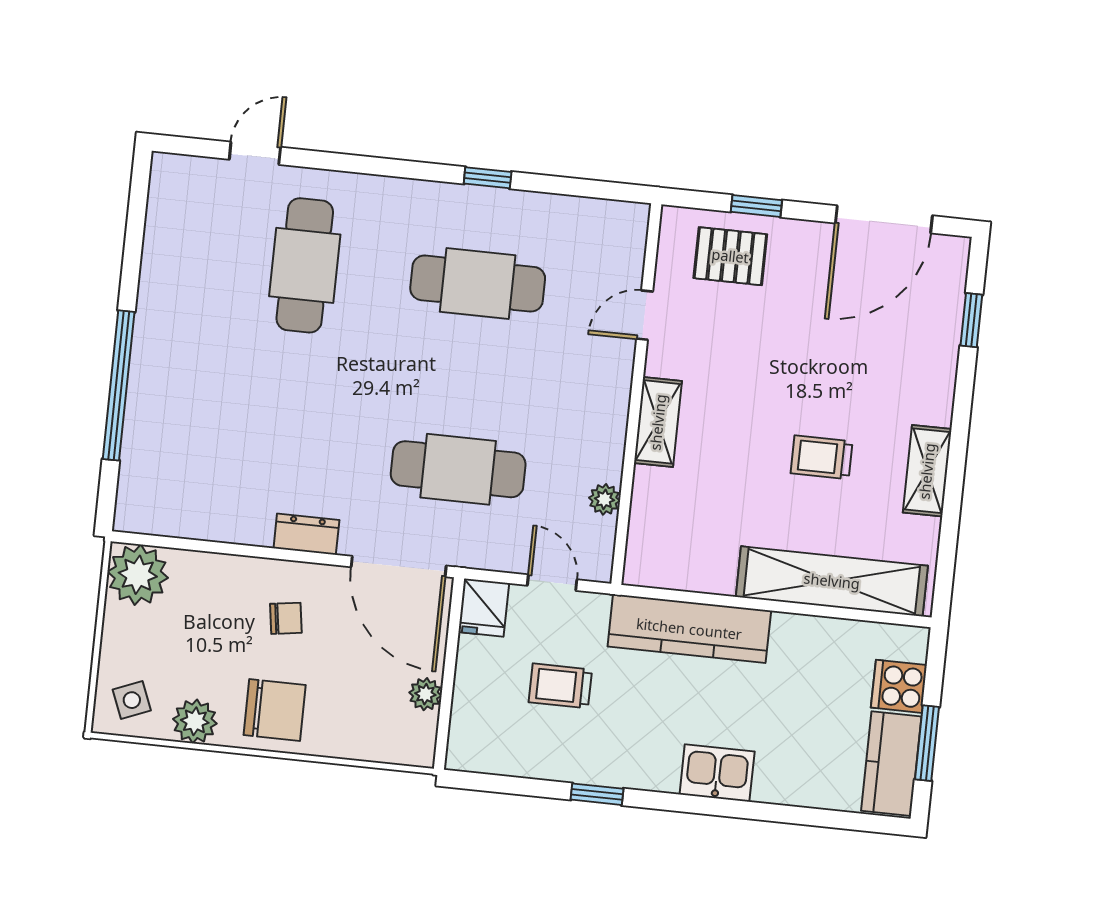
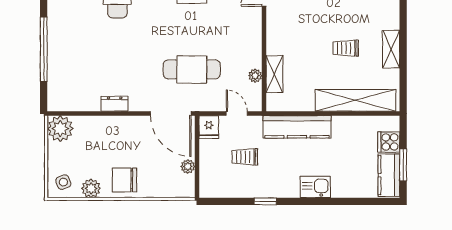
shelving: (658, 422) -> (274, 74), moved
dresser: (306, 534) -> (115, 104), moved
chair: (286, 618) -> (125, 140), removed
chair: (275, 710) -> (124, 180), turned 180

